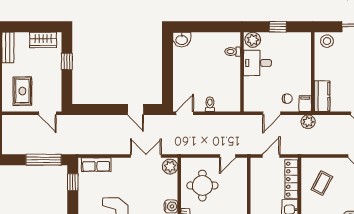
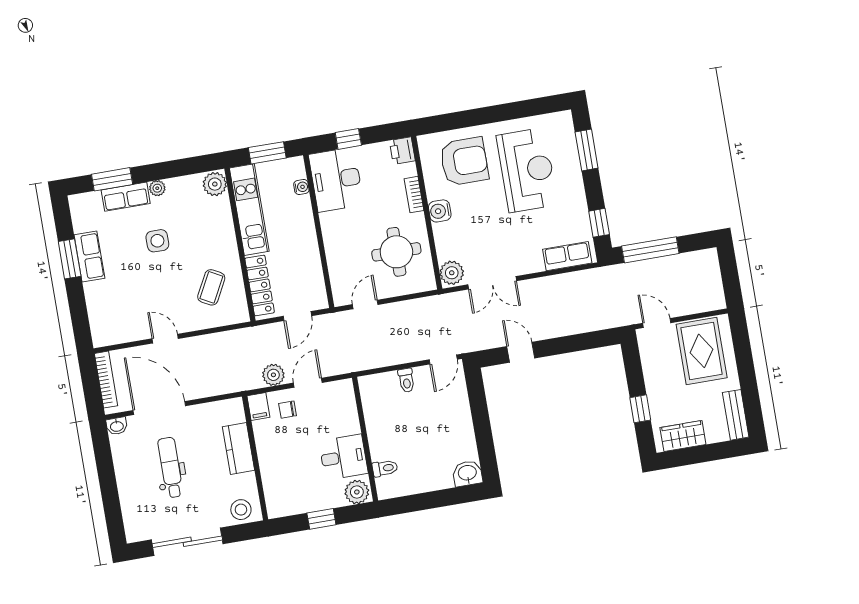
rug: (22, 91) -> (702, 351), width x1.36, depth x1.43
kitchen counter: (322, 96) -> (238, 448), moved
plant: (308, 122) -> (273, 375), moved

